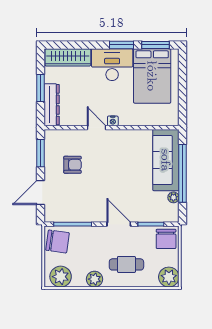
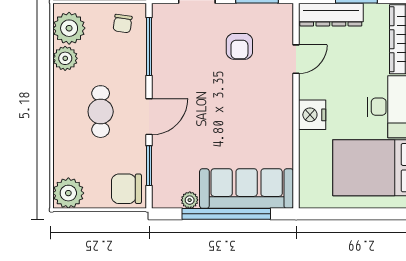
nightstand: (113, 121) -> (312, 115), width x1.89, depth x1.79
door: (96, 128) -> (296, 59), moved
chair: (58, 241) -> (123, 24), width x0.54, depth x0.54
cafe table: (126, 264) -> (101, 112), moved
plant: (94, 279) -> (65, 58), moved

